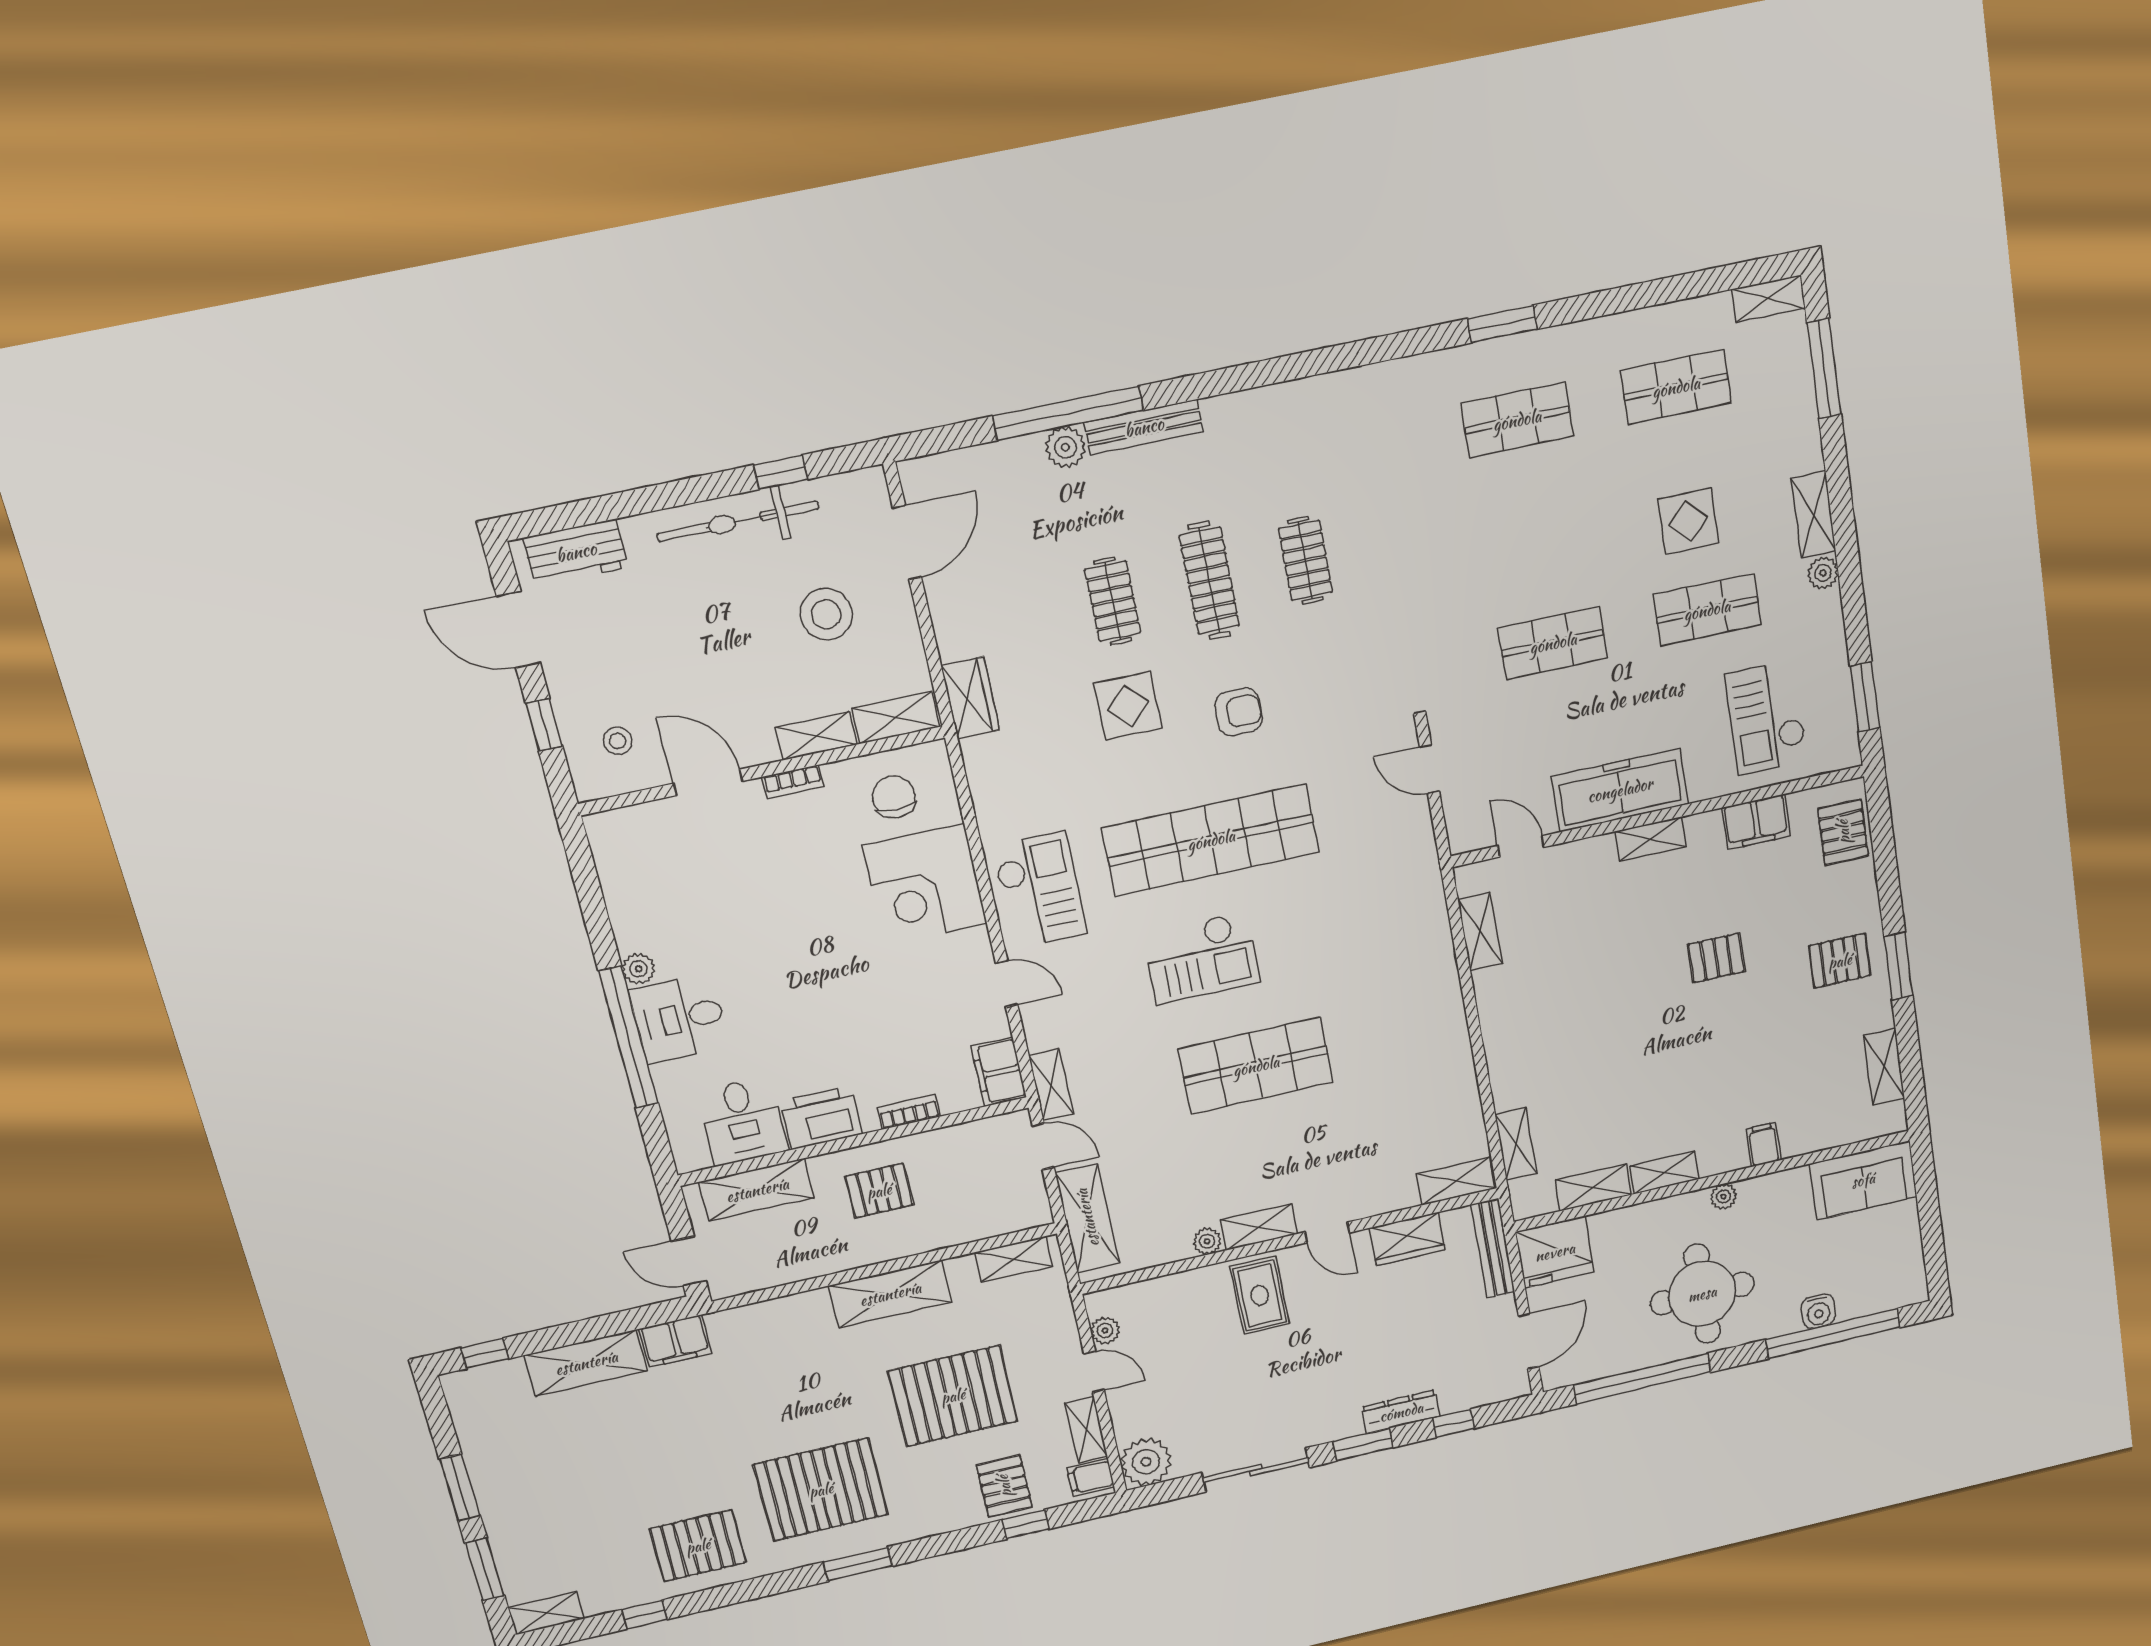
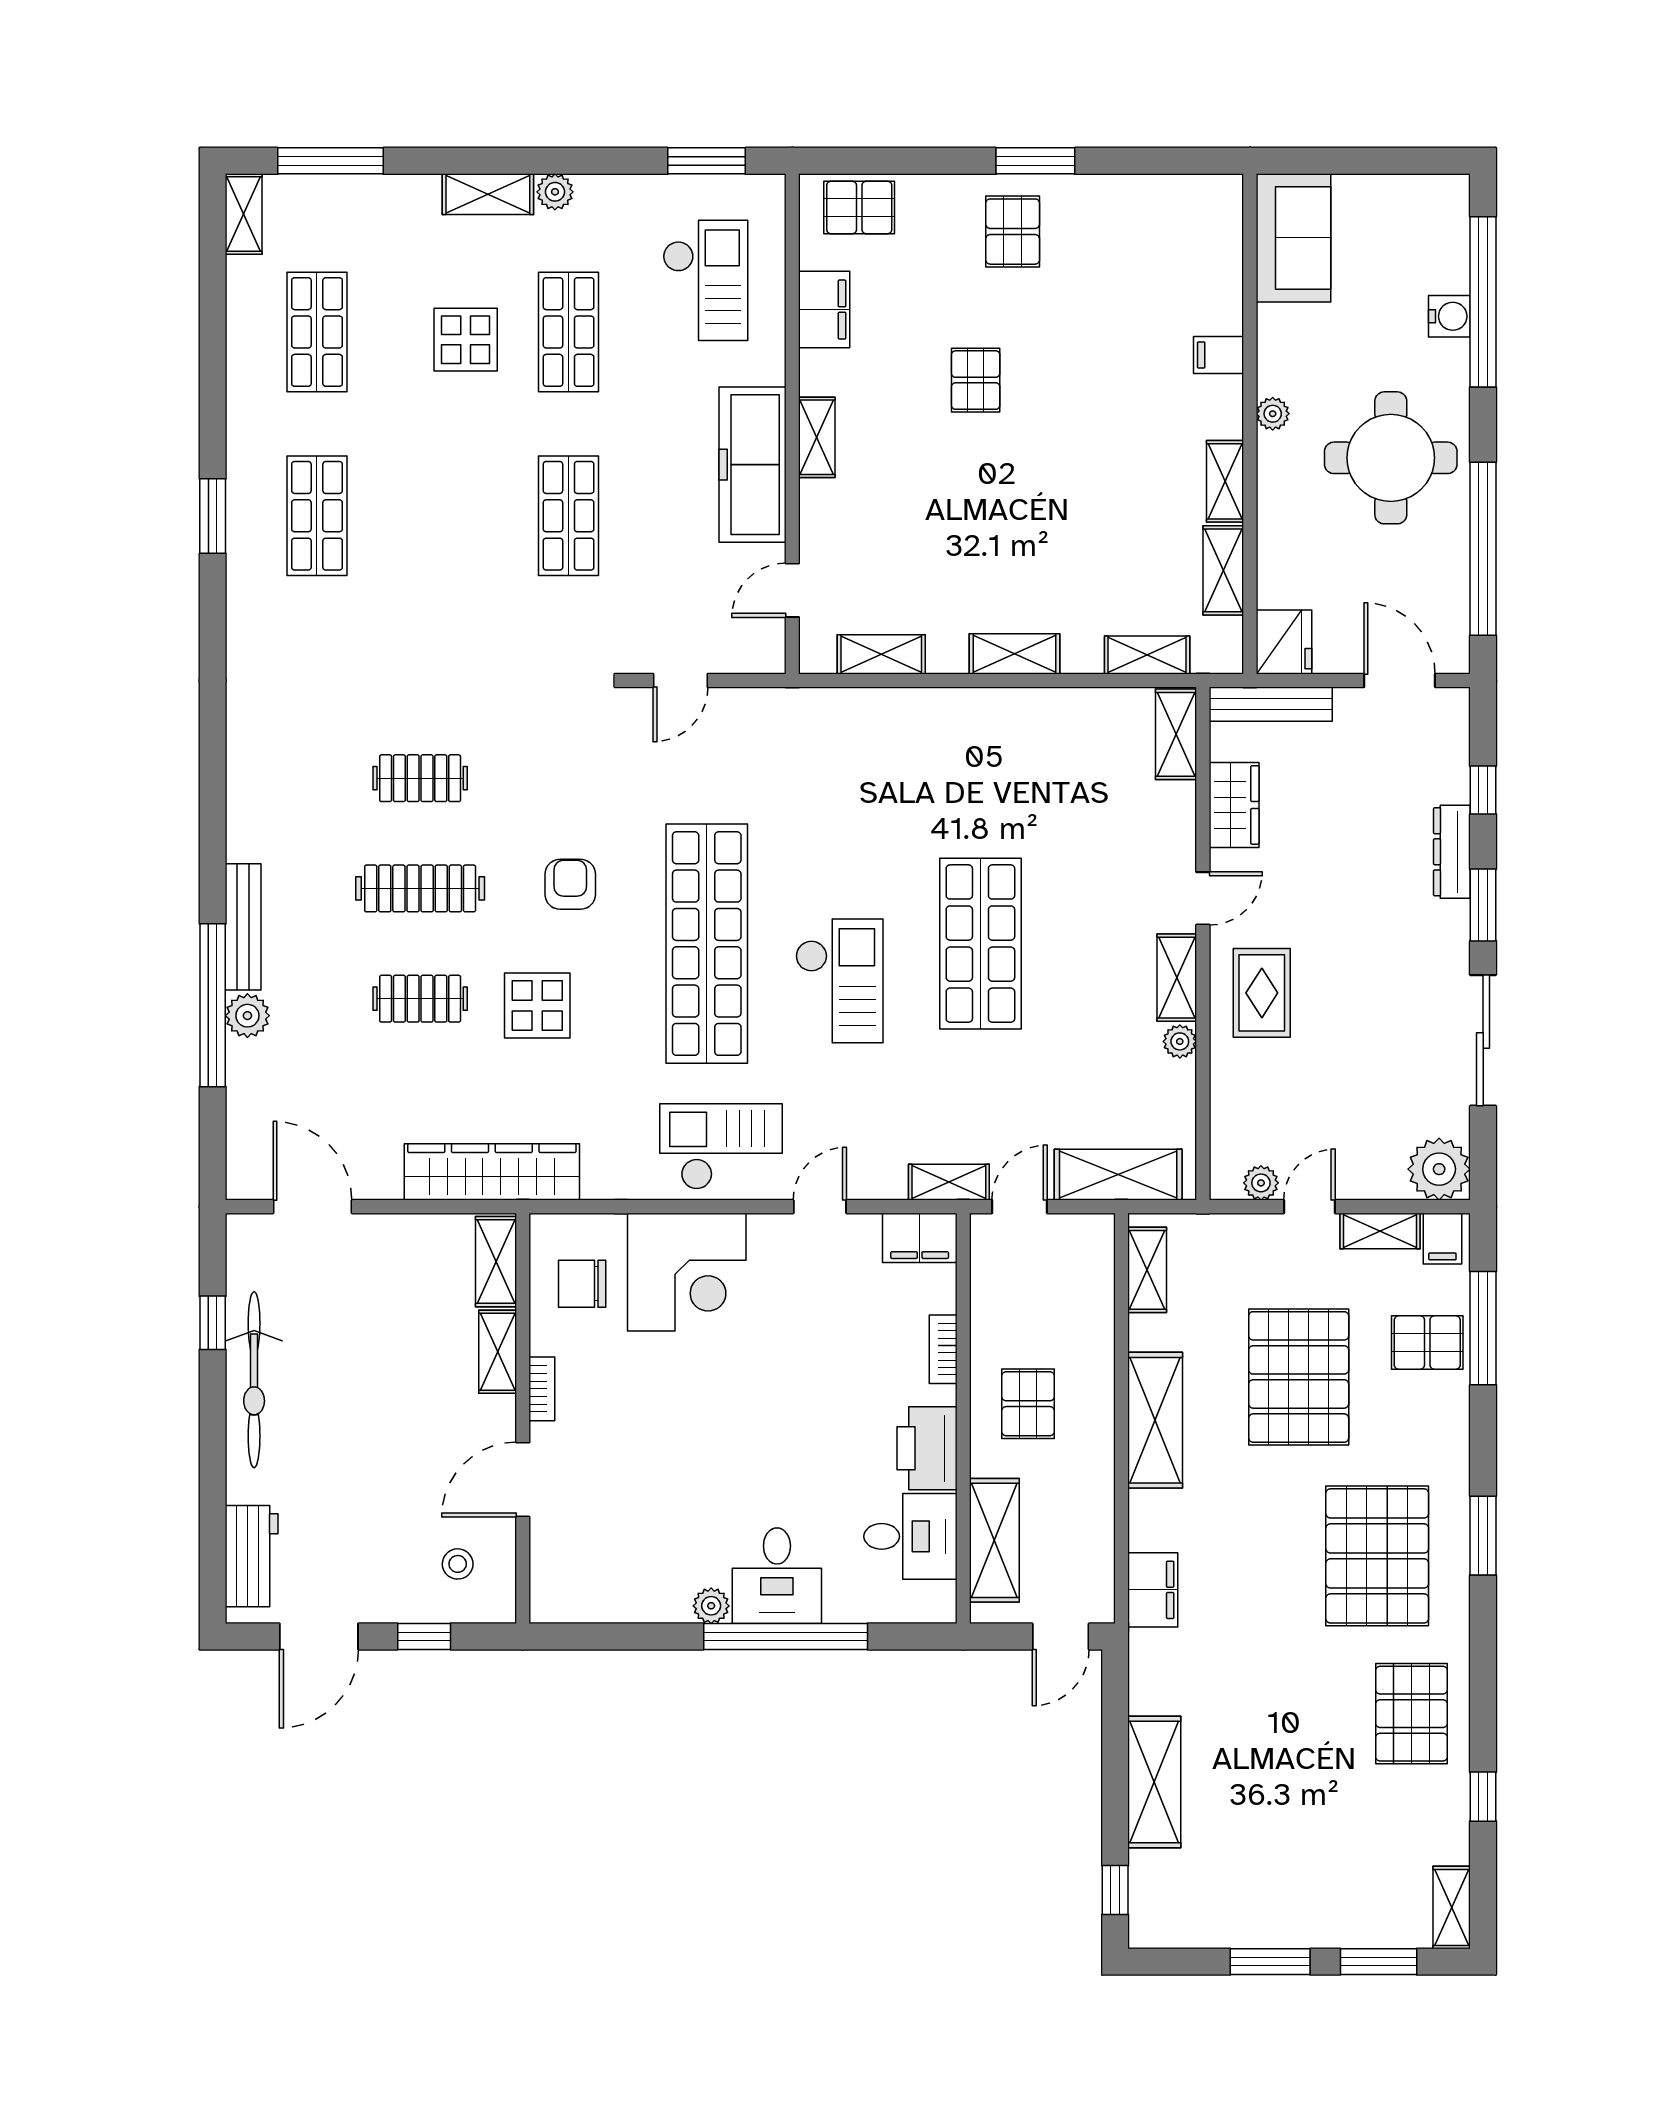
stool: (826, 614) -> (370, 1310), removed
wardrobe: (970, 698) -> (492, 1172), width x2.10, depth x1.17
checkout: (1766, 717) -> (705, 280), turned -90
shelving: (1884, 1067) -> (1014, 654), moved
fridge: (1555, 1252) -> (1284, 642), width x0.73, depth x0.75
rug: (1260, 1295) -> (1262, 993), turned 90
filing cabinet: (675, 1341) -> (1153, 1590), moved
window: (1026, 1524) -> (1483, 1328), width x2.17

